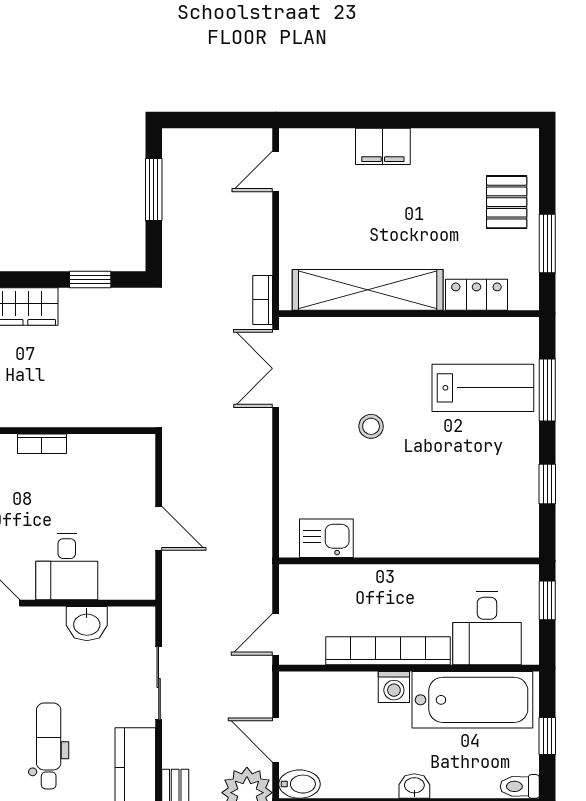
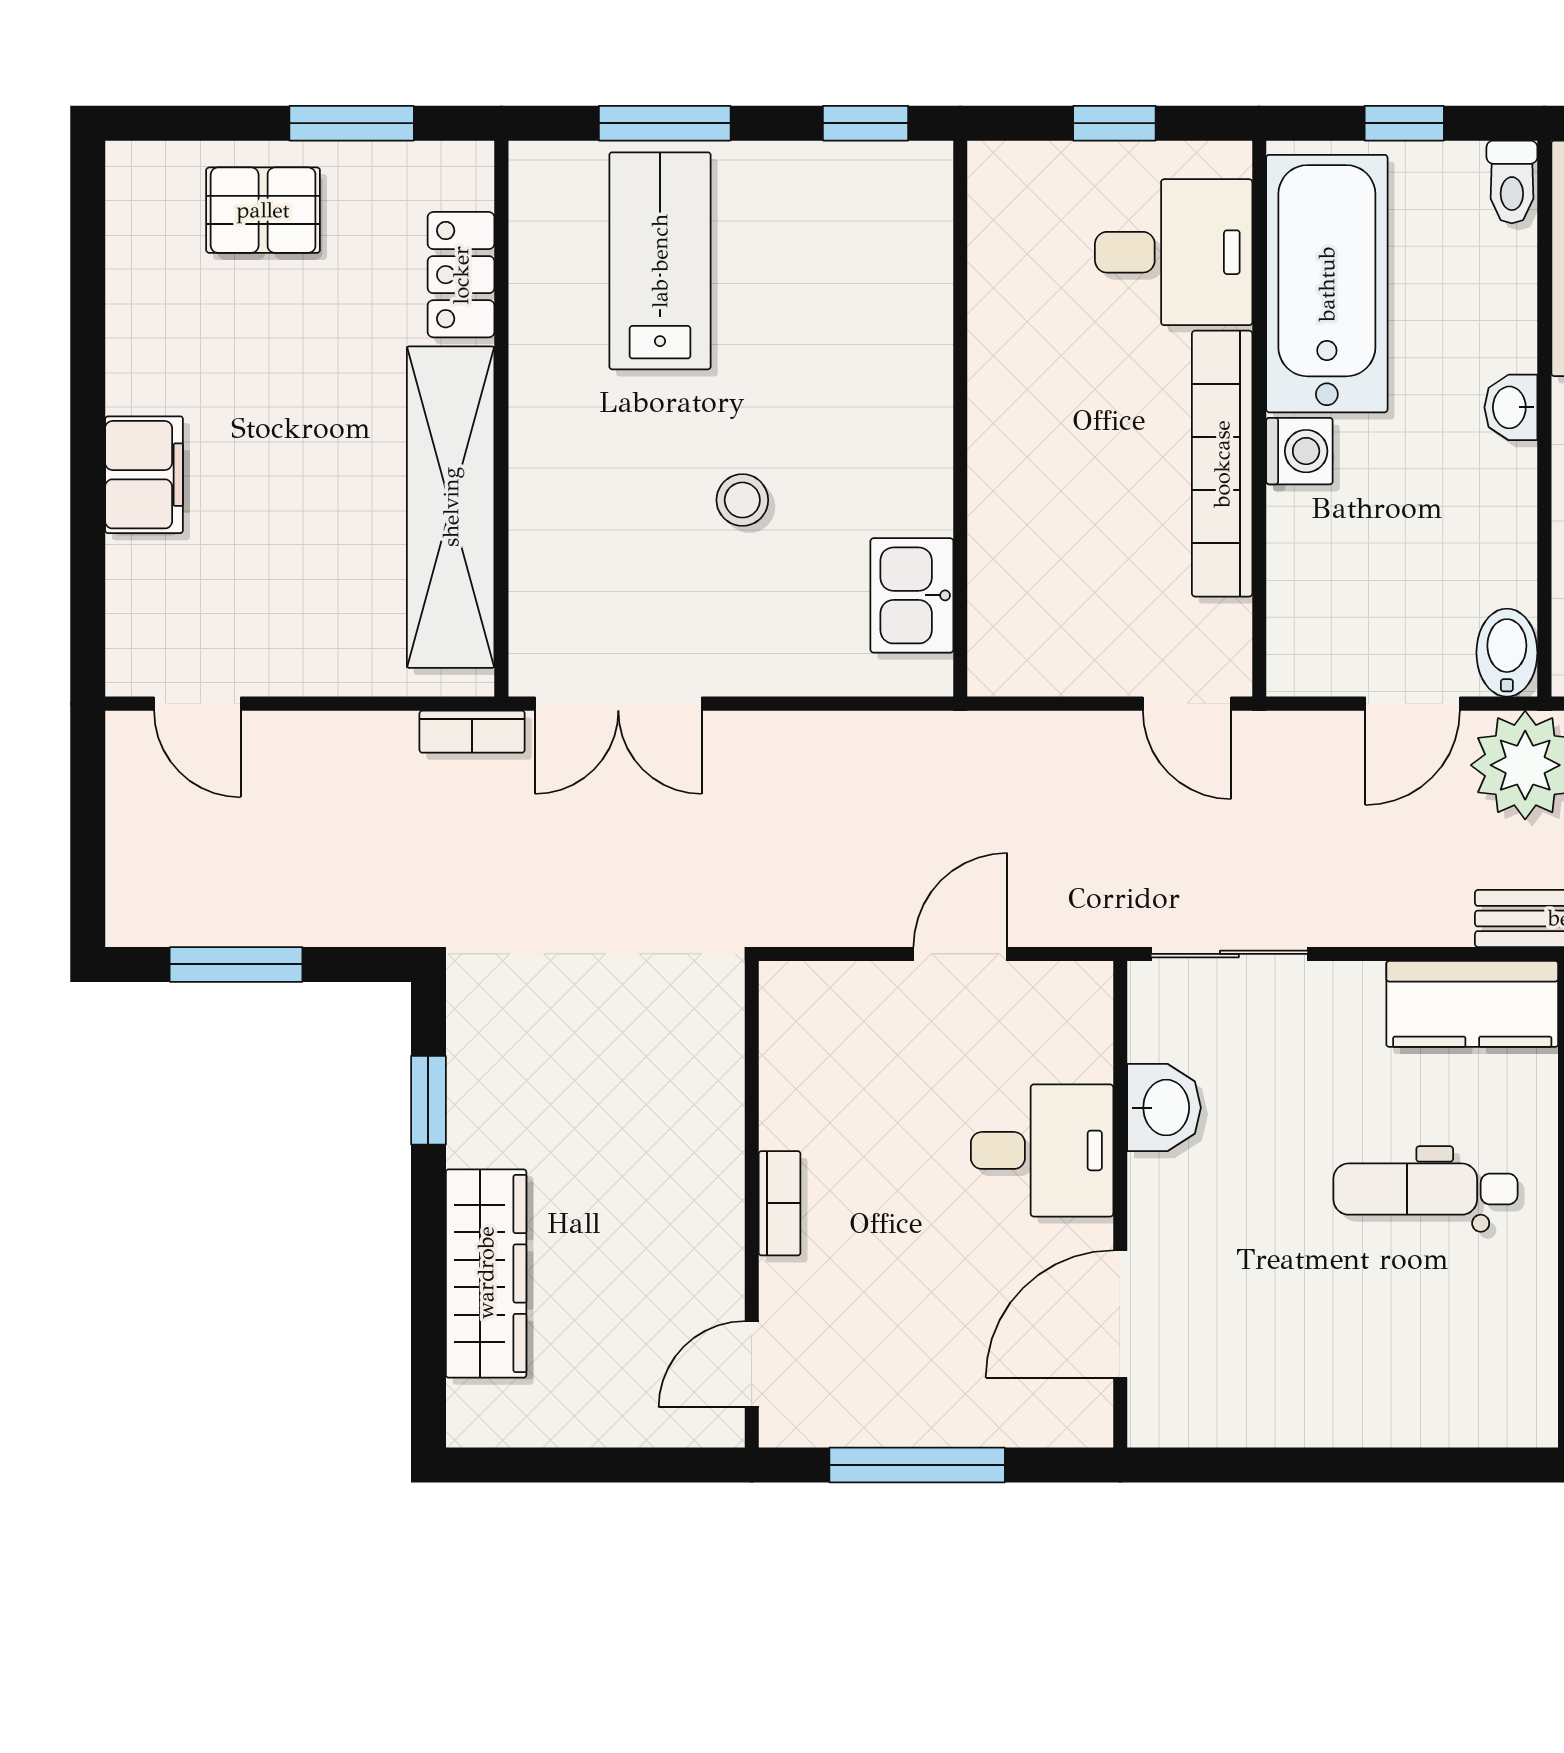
kitchen sink: (326, 538) -> (912, 595), moved
wall: (409, 561) -> (960, 419), moved
sliding door: (159, 683) -> (1229, 954), moved

